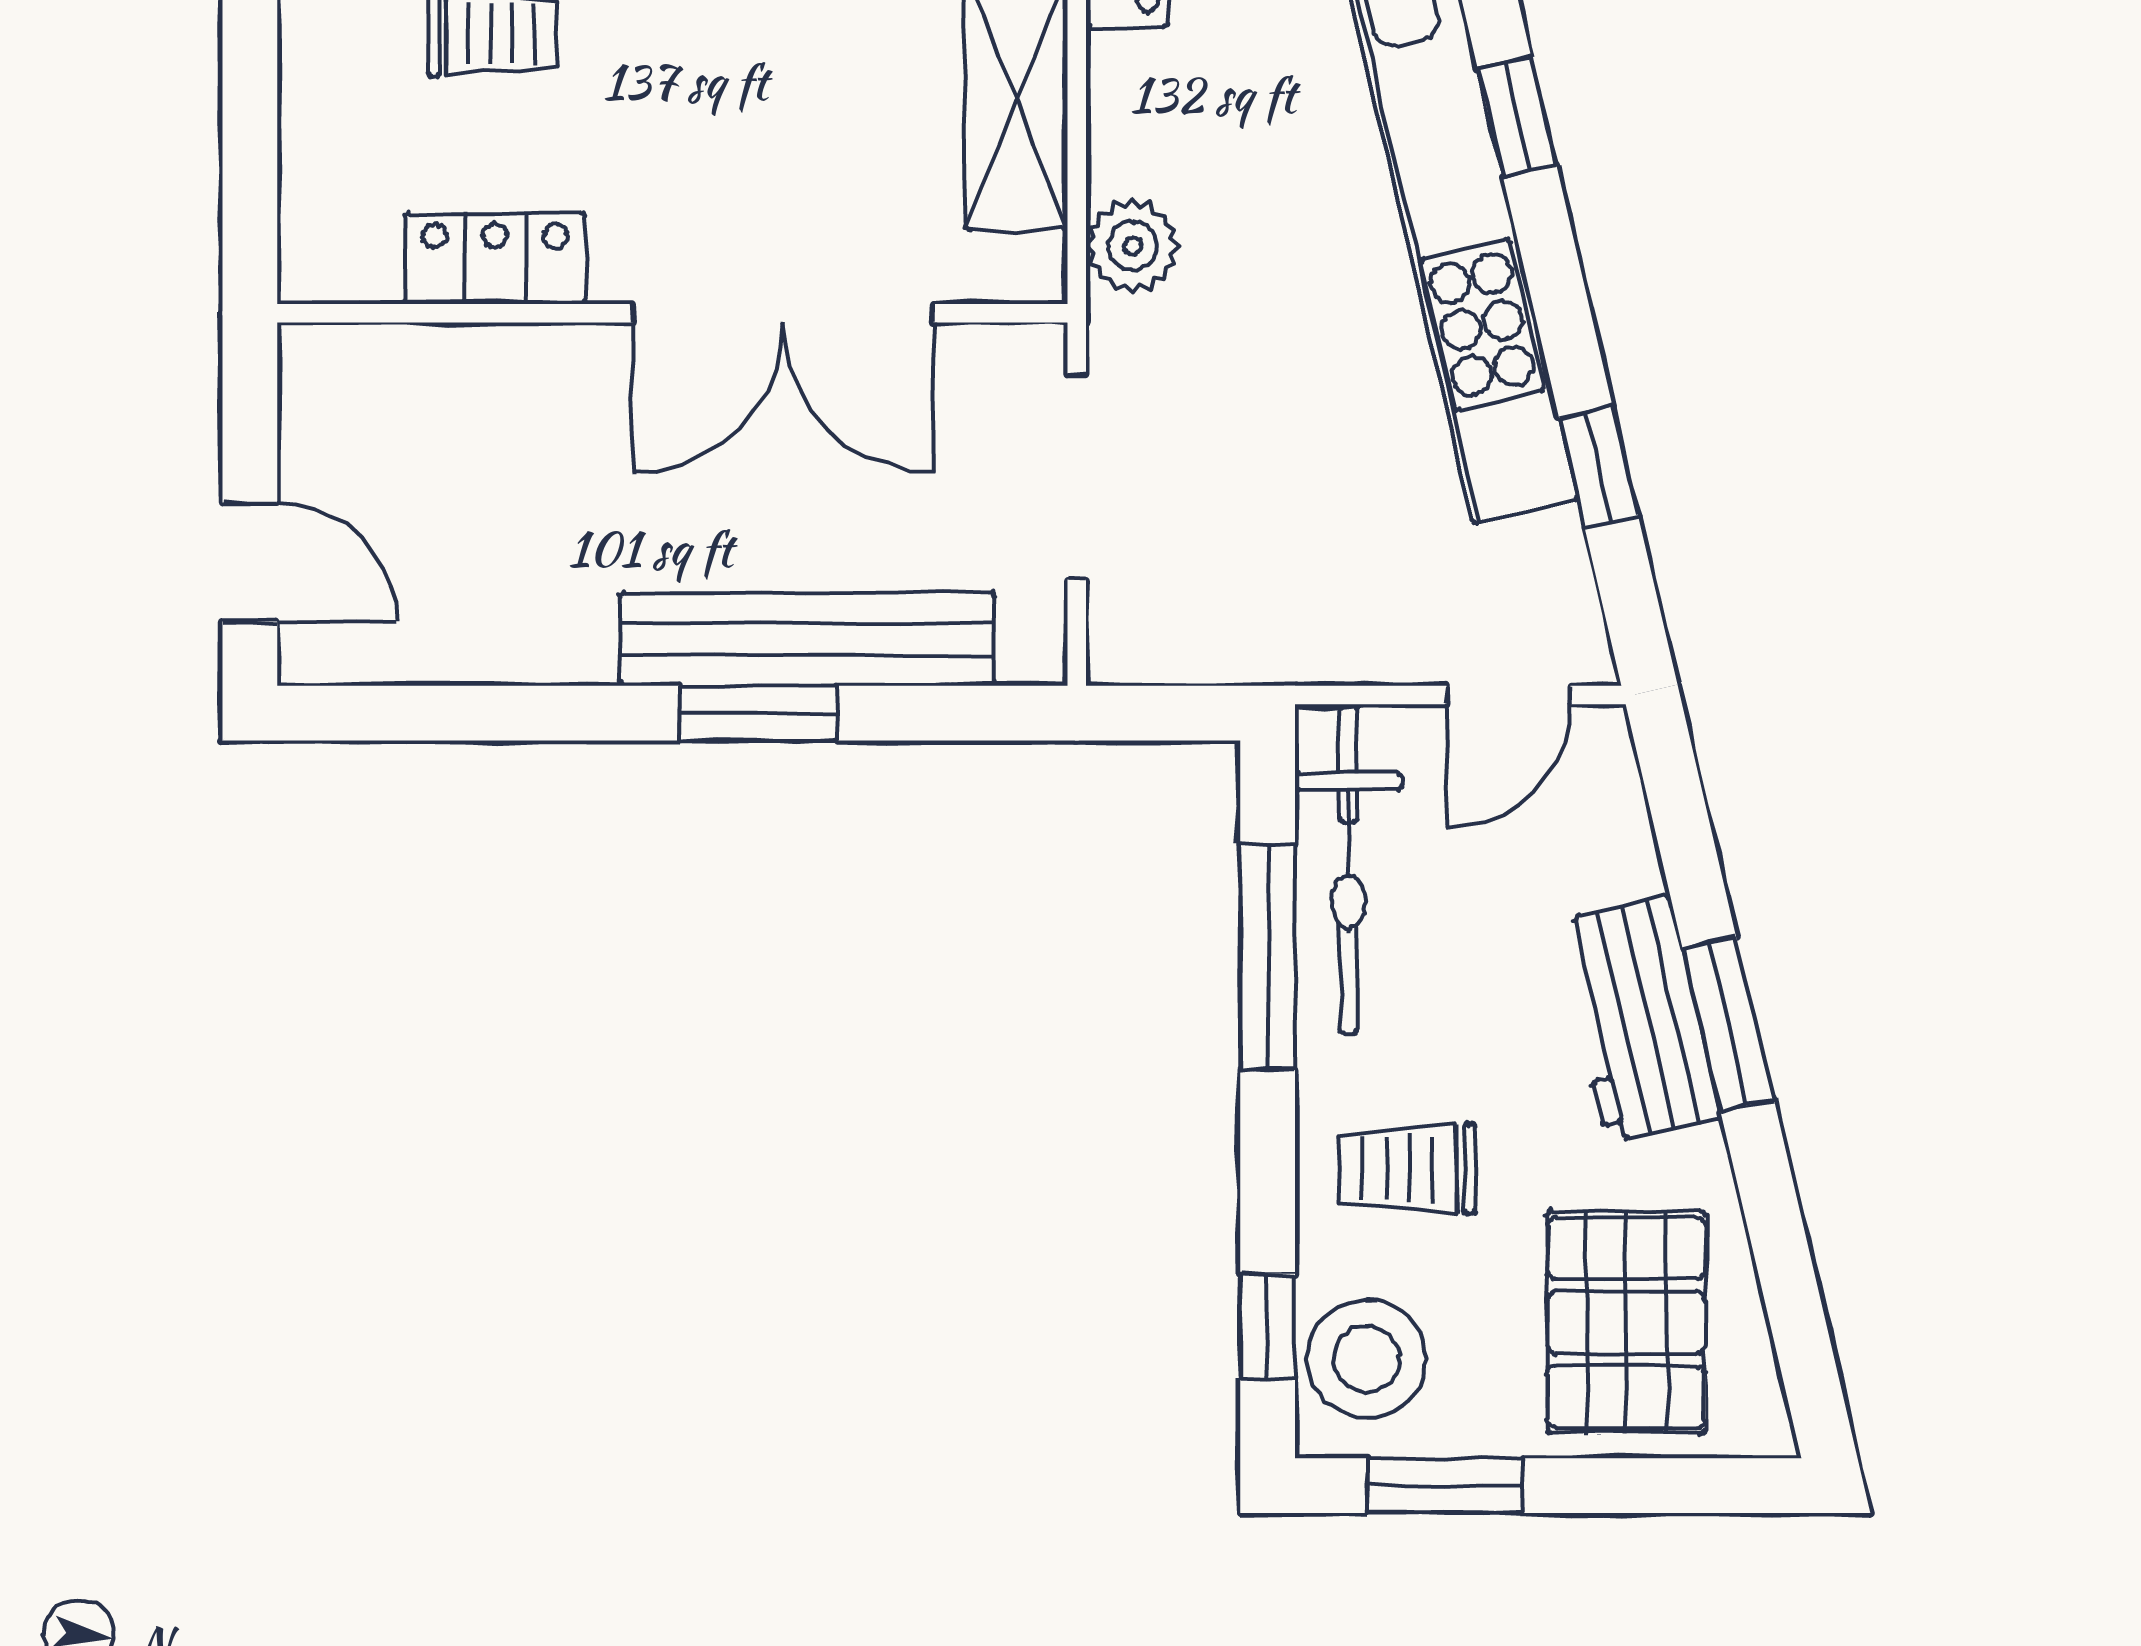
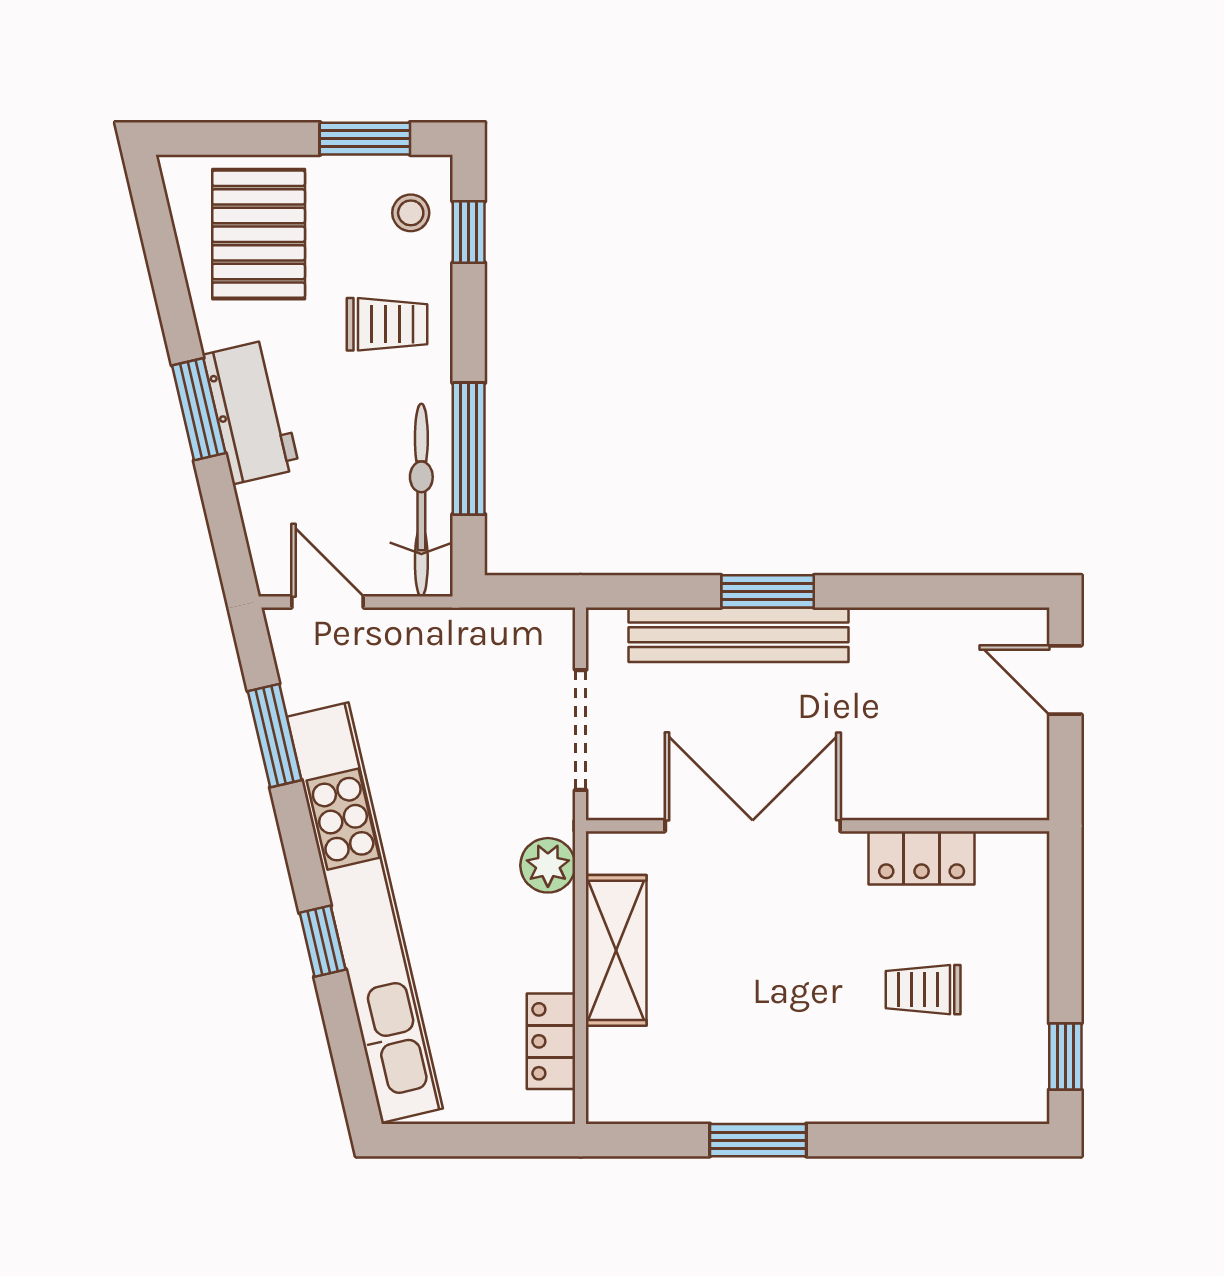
window: (1599, 467) -> (275, 736), width x1.50
door: (1508, 695) -> (328, 602), hinge flipped
stool: (1367, 1359) -> (411, 213), width x0.53, depth x0.53

